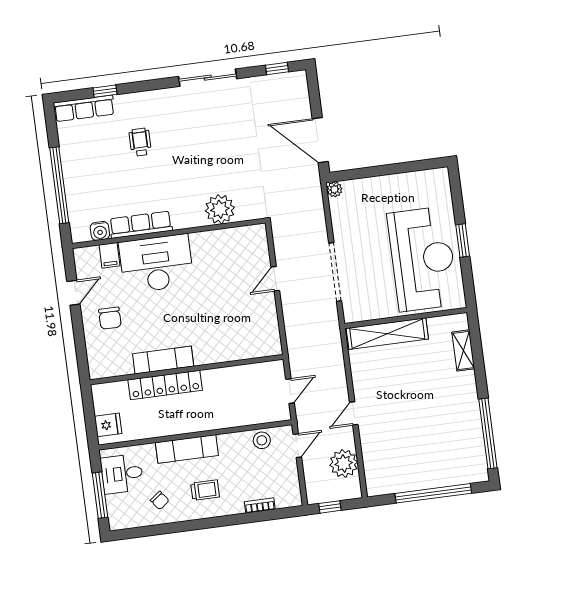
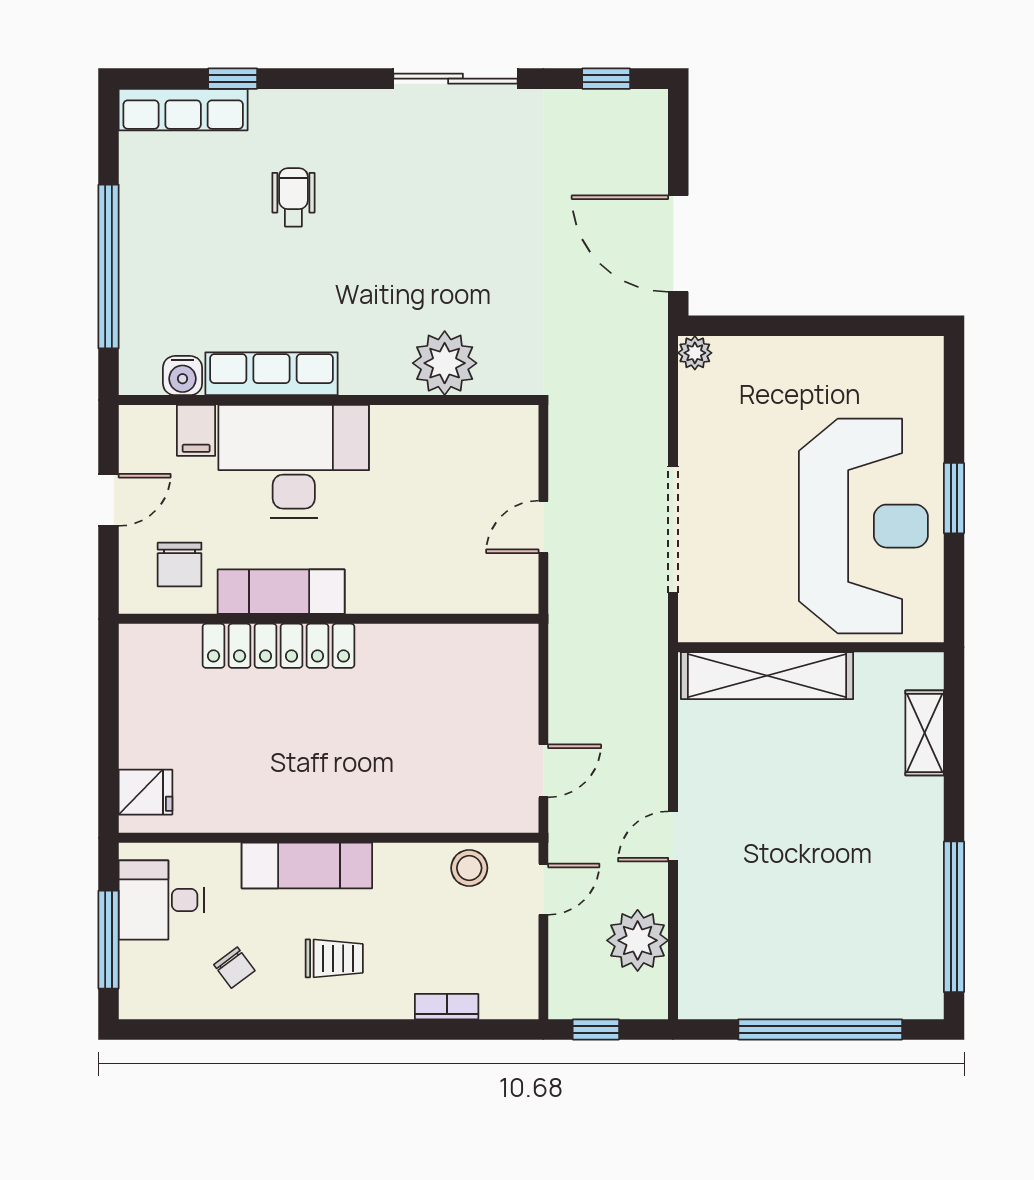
exam couch: (163, 360) -> (281, 592), moved
wall: (187, 370) -> (329, 619), moved
locker: (165, 385) -> (279, 646), moved

